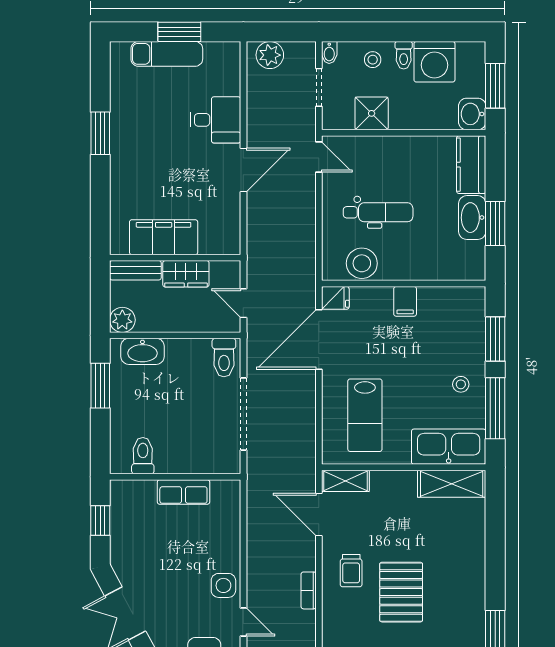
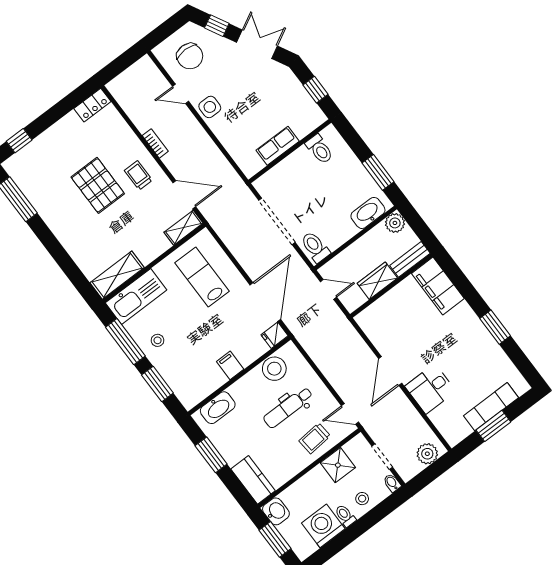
trolley: (375, 159) -> (315, 438), added
washbasin: (472, 218) -> (218, 408), moved, turned 90
filing cabinet: (164, 237) -> (438, 286), moved, turned 90

